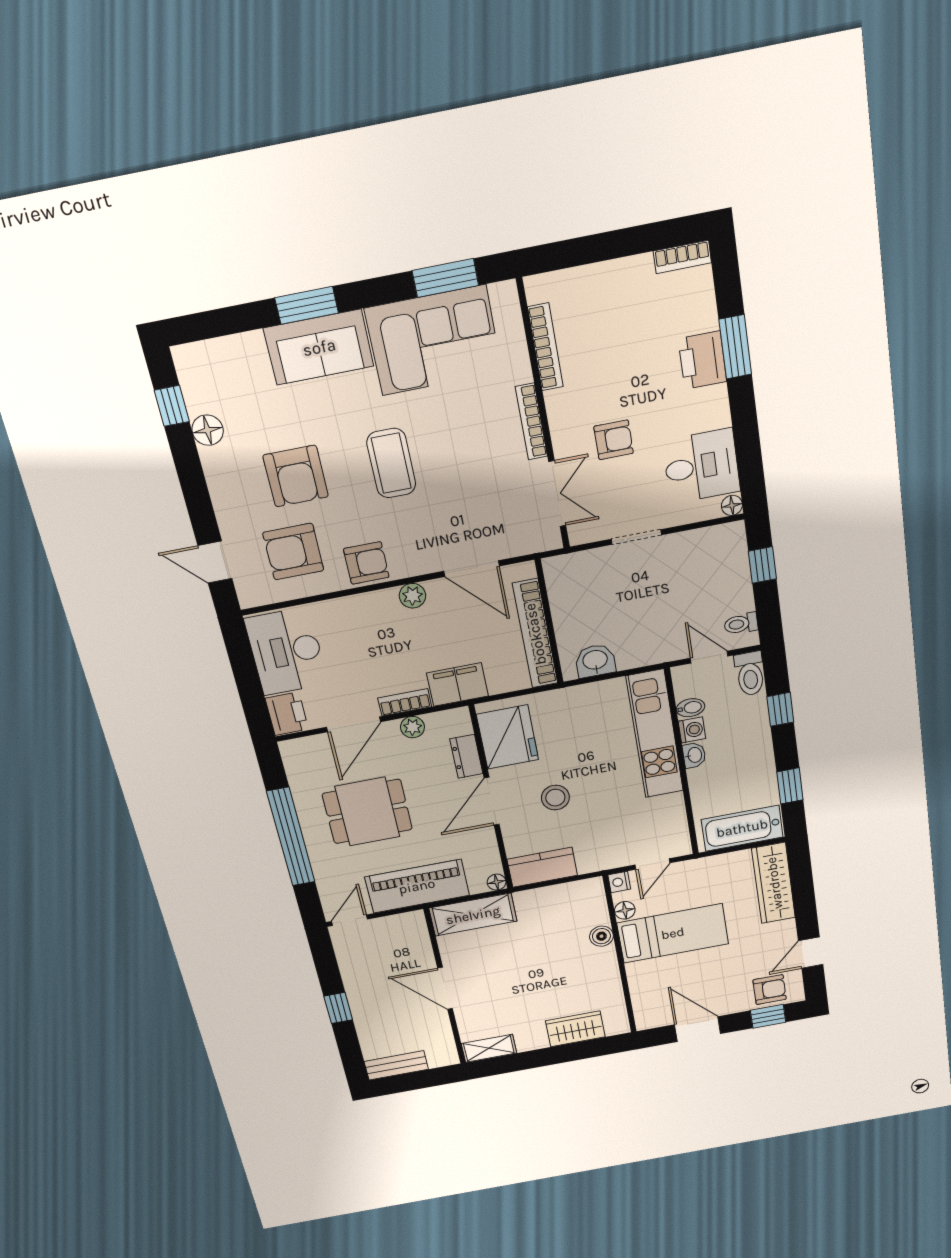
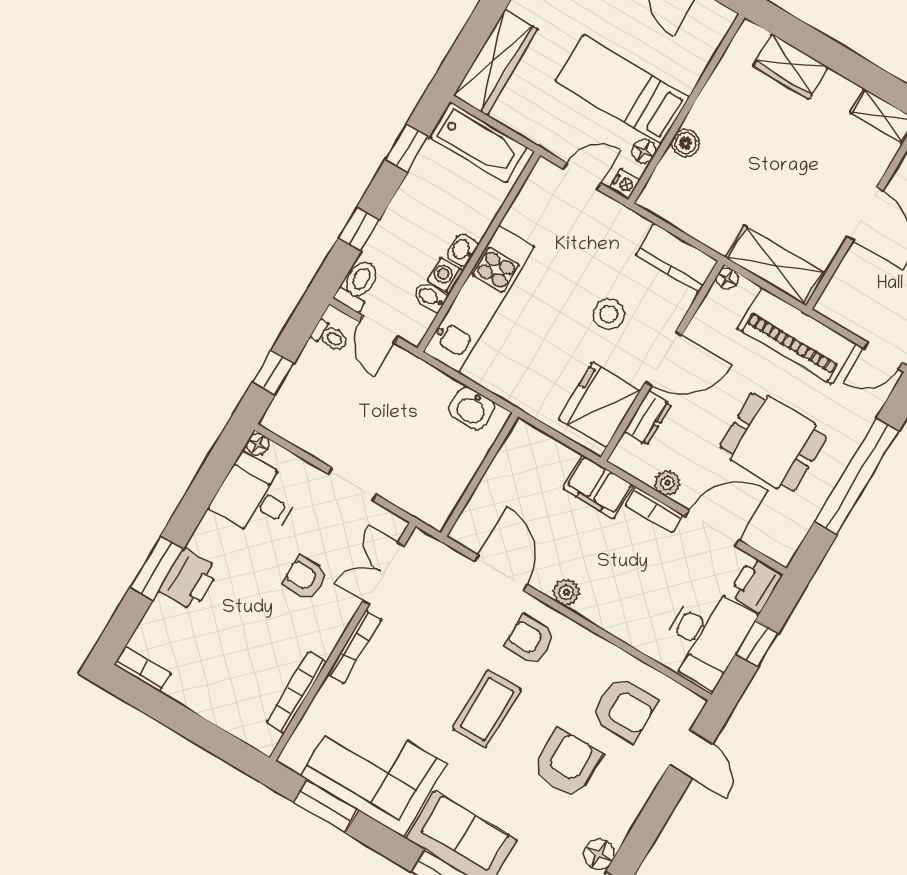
armchair: (366, 563) -> (530, 640), moved
bookcase: (535, 634) -> (499, 475), removed
window: (247, 677) -> (757, 643), added

